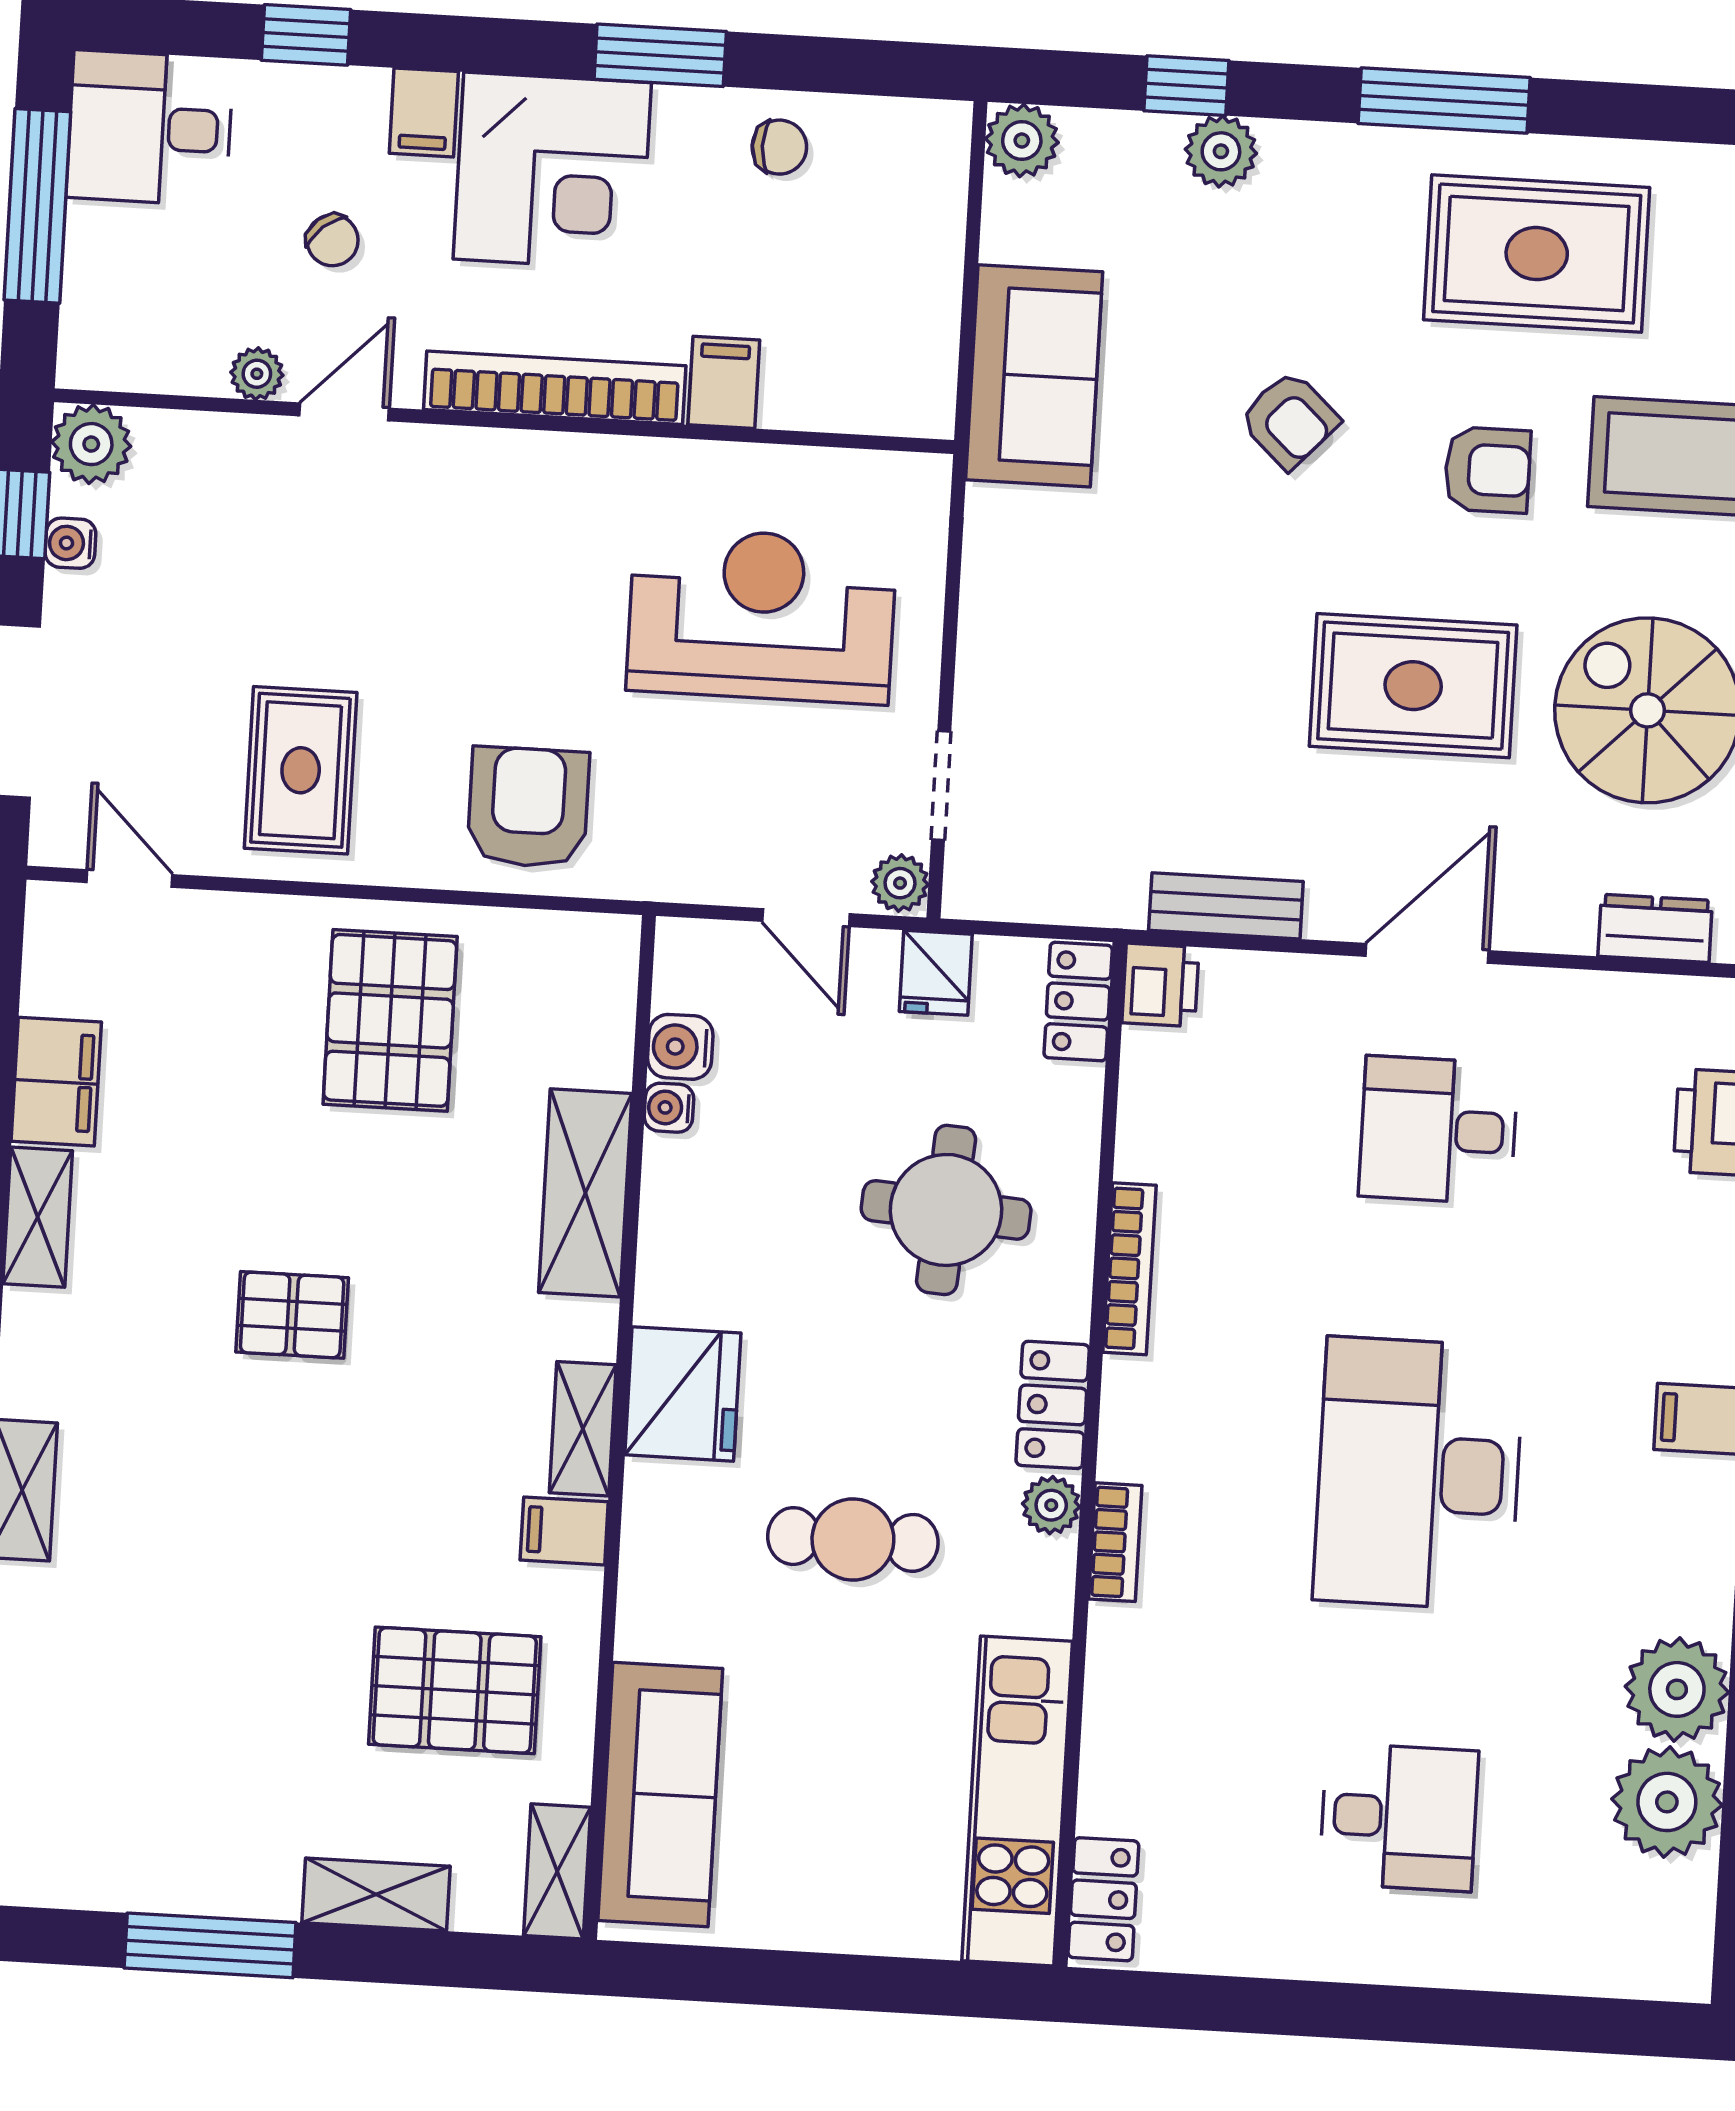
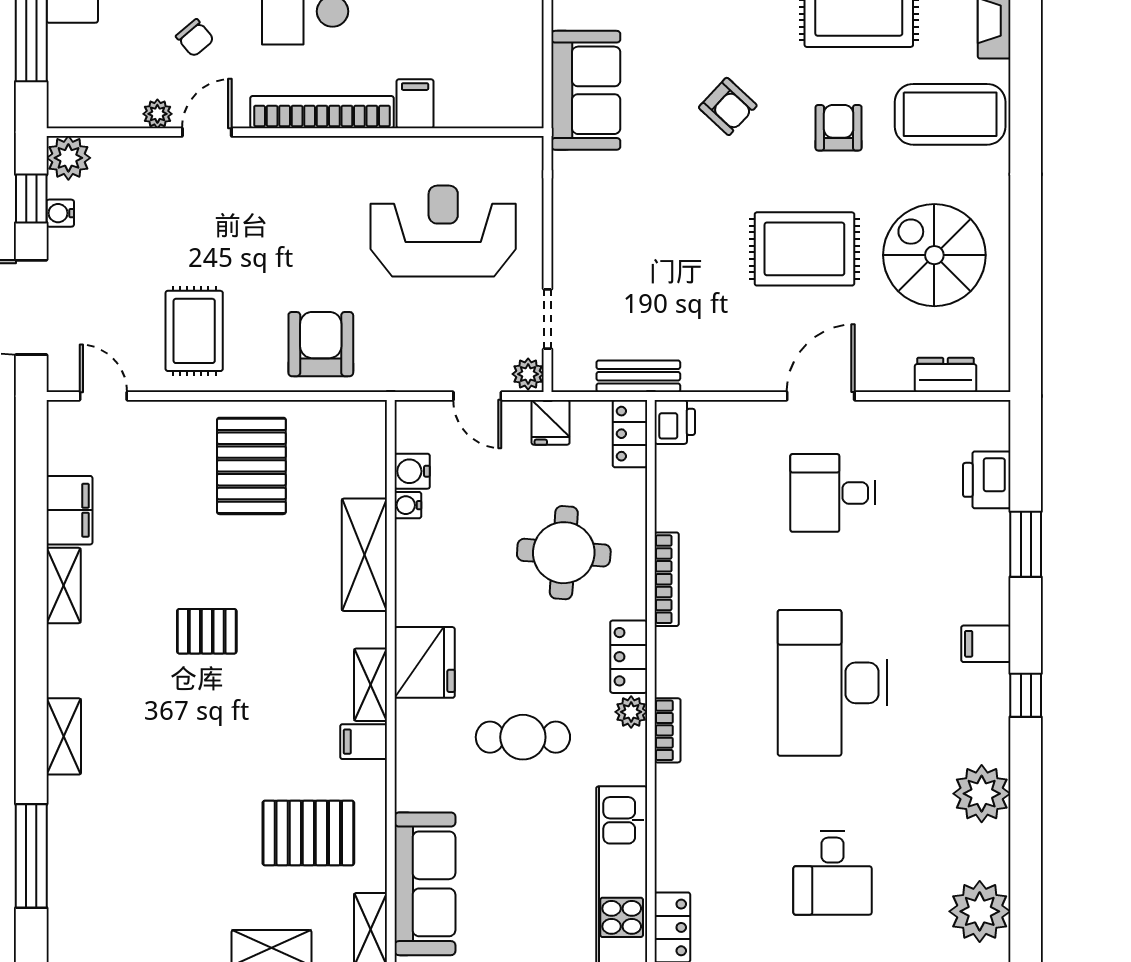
armchair: (1487, 470) -> (839, 128), turned -90
bench: (1226, 906) -> (638, 376), moved
plant: (1667, 1802) -> (980, 911), moved
desk: (1399, 1817) -> (833, 873), turned 90

